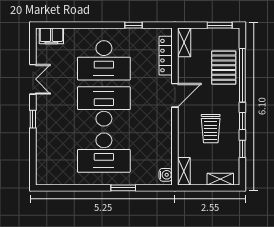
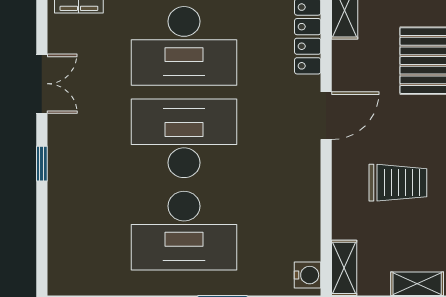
trolley: (211, 129) -> (398, 183), turned -90

